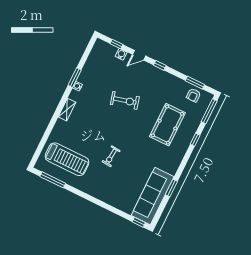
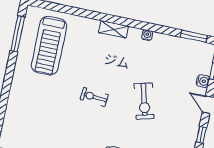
window: (75, 78) -> (194, 36), moved
exercise bike: (111, 156) -> (94, 97), moved

